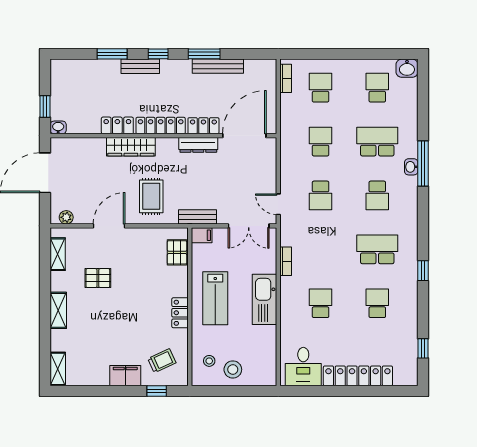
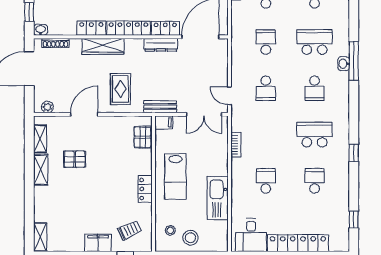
shoe rack: (76, 143) -> (55, 43), added
kitchen sink: (264, 299) -> (218, 198), moved
shelving: (58, 310) -> (41, 170), moved

